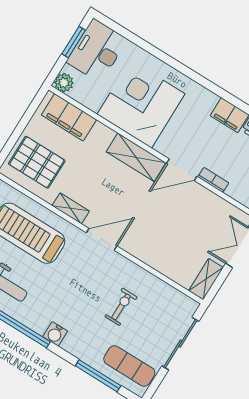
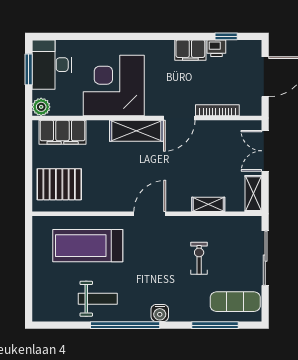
bookcase: (213, 180) -> (217, 110), width x1.56
shelving: (71, 208) -> (208, 204), moved

